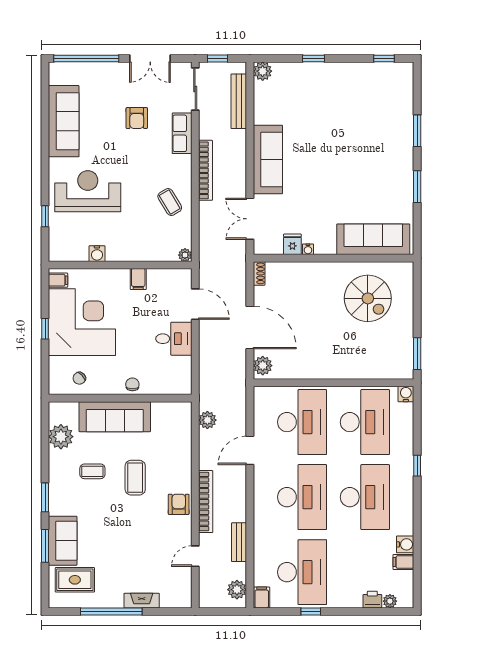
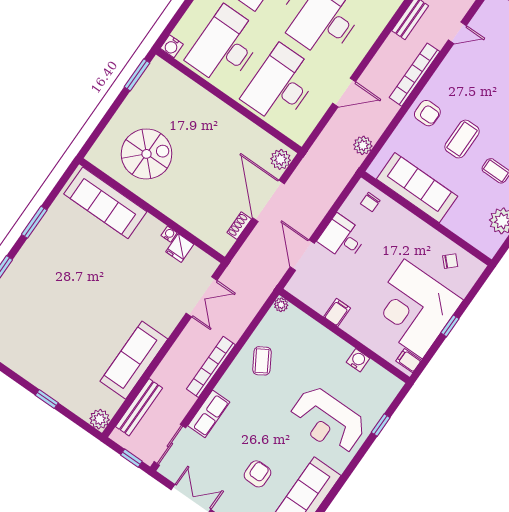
armchair: (137, 118) -> (258, 474), moved
sofa: (268, 160) -> (134, 360), moved
shoe rack: (259, 273) -> (239, 226), moved
spiral stairs: (368, 298) -> (147, 154), turned 90
chair: (132, 384) -> (370, 202), moved
sofa: (115, 417) -> (417, 188), moved
armchair: (179, 504) -> (427, 113), moved, turned -90

